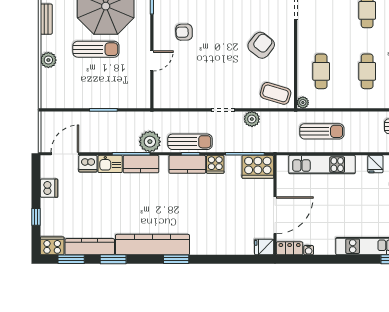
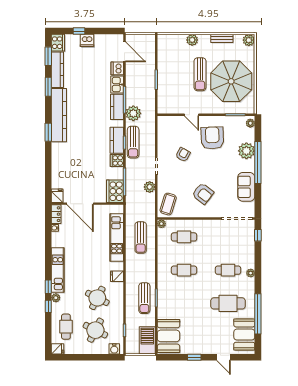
armchair: (184, 32) -> (212, 138), width x1.88, depth x1.88
armchair: (207, 73) -> (183, 155), added
dishwasher: (49, 188) -> (87, 40), moved

